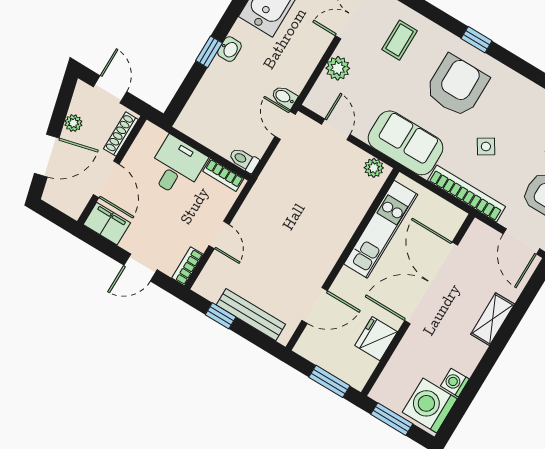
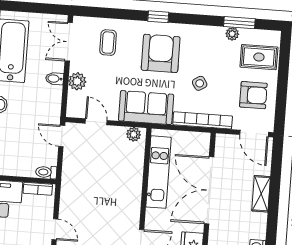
bidet: (284, 97) -> (55, 79), moved

